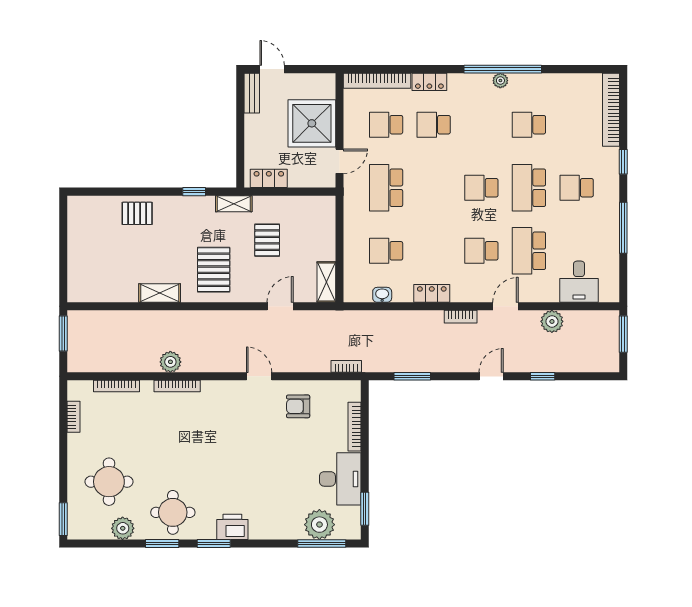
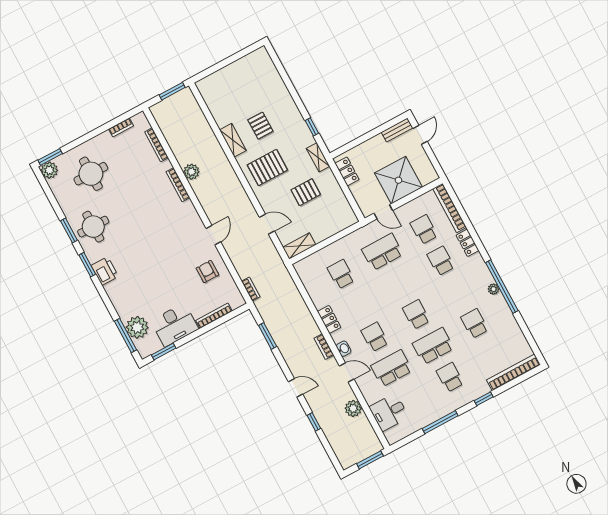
pallet: (137, 213) -> (260, 126), moved
washbasin: (382, 295) -> (344, 349), moved
plant: (123, 528) -> (49, 170), moved

